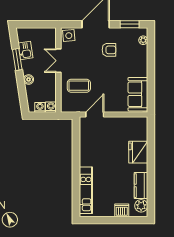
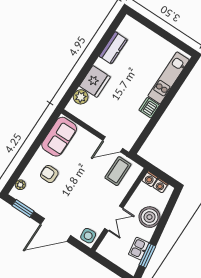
armchair: (109, 50) -> (49, 174), moved
window: (17, 60) -> (147, 256), moved
boiler: (29, 79) -> (149, 217), width x1.86, depth x1.86
coffee table: (79, 86) -> (118, 171), moved, turned 90
plant: (141, 206) -> (81, 97), moved
dishwasher: (122, 210) -> (149, 108), moved, turned 90

